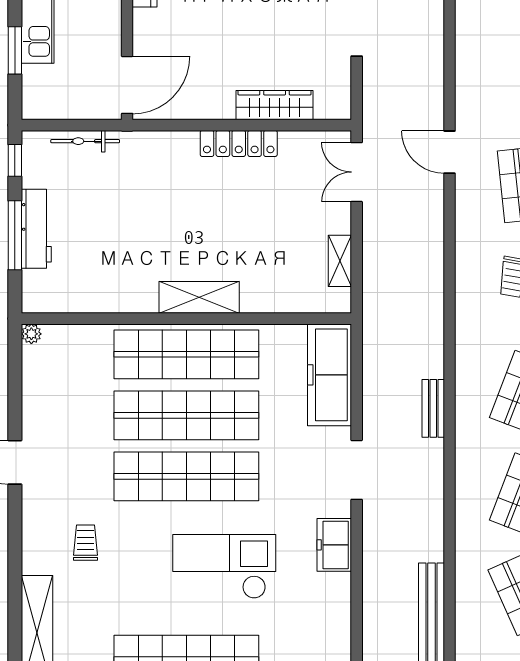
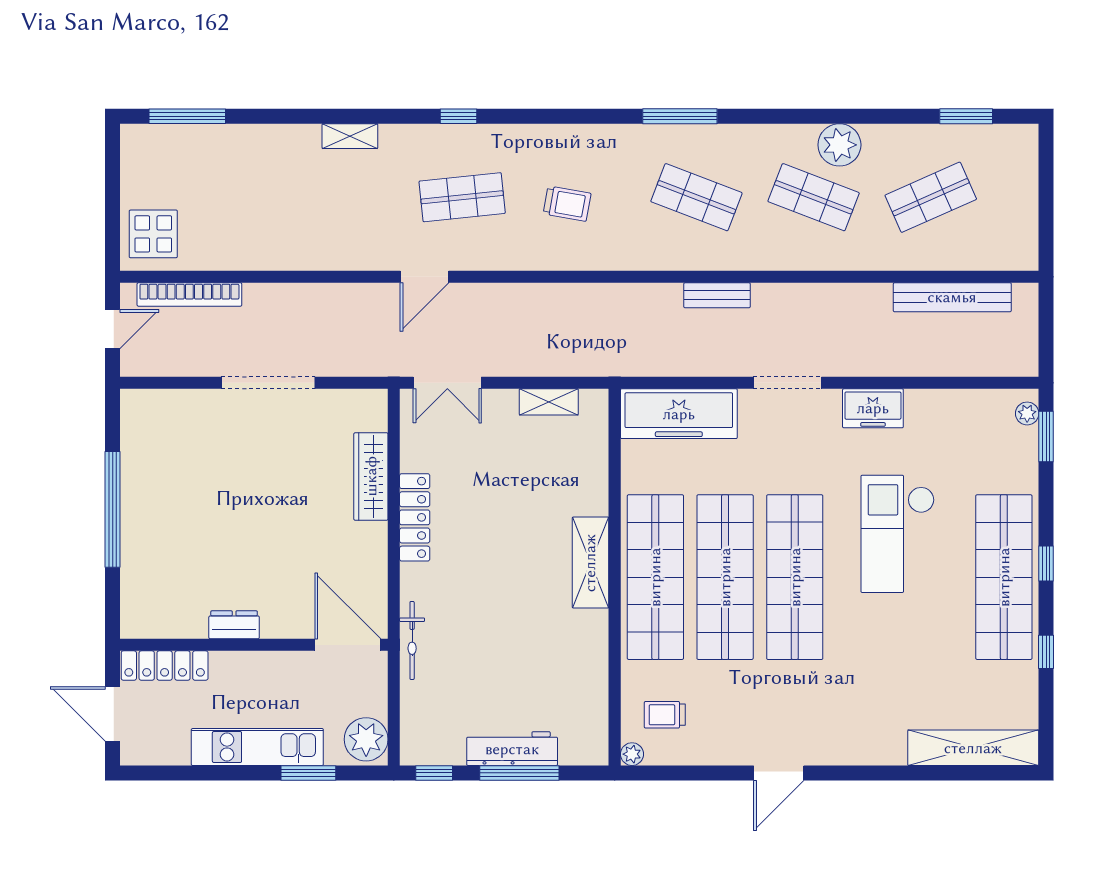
plant: (44, 101) -> (366, 739), added
bicycle: (85, 141) -> (412, 640), moved
trolley: (85, 543) -> (665, 715), moved

